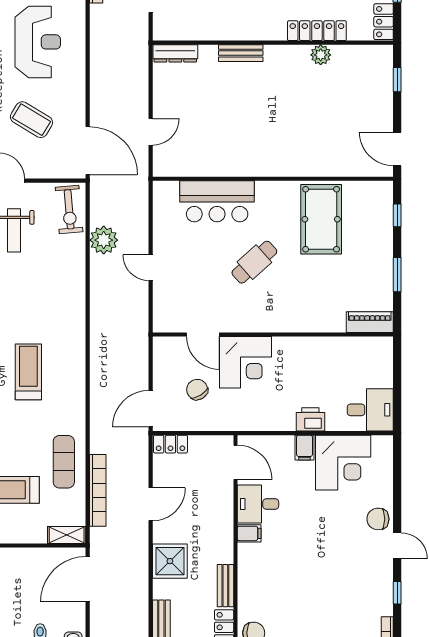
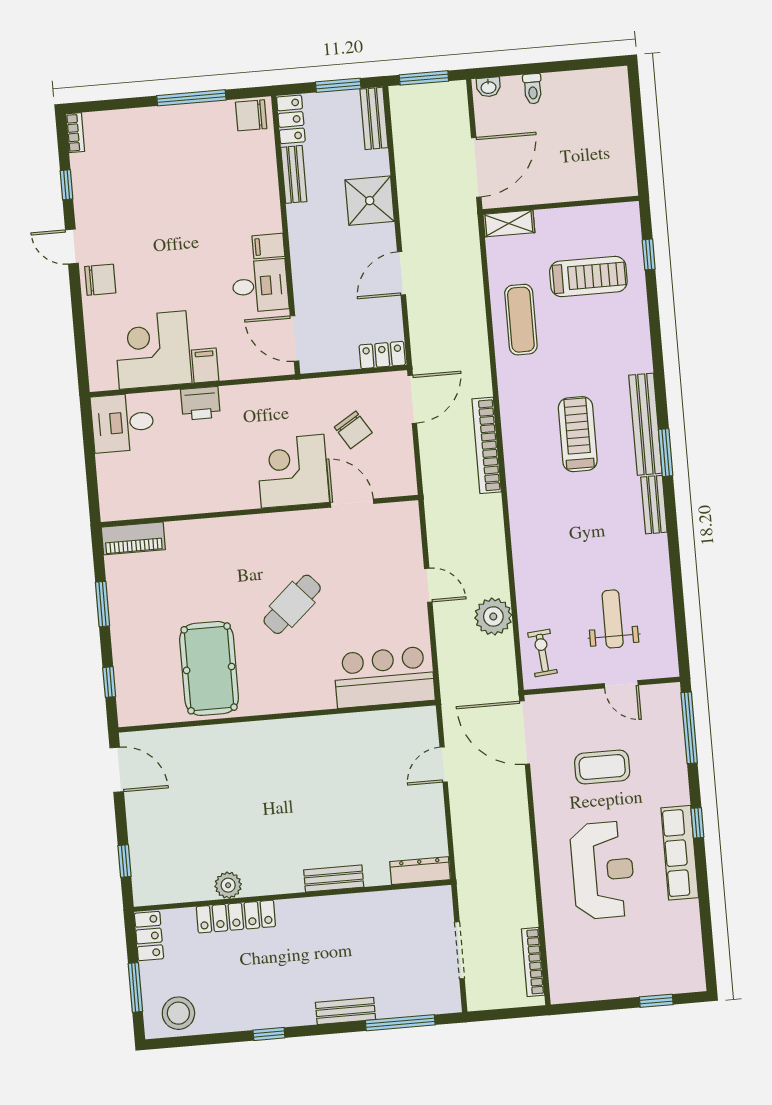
reception desk: (38, 42) -> (603, 870), turned 180
coffee table: (31, 120) -> (602, 767), turned -31
bar counter: (217, 201) -> (384, 677), moved
exercise bike: (69, 209) -> (542, 653), width x0.73, depth x0.72
treadmill: (28, 372) -> (578, 434), turned 180
bookcase: (98, 490) -> (487, 445), moved

